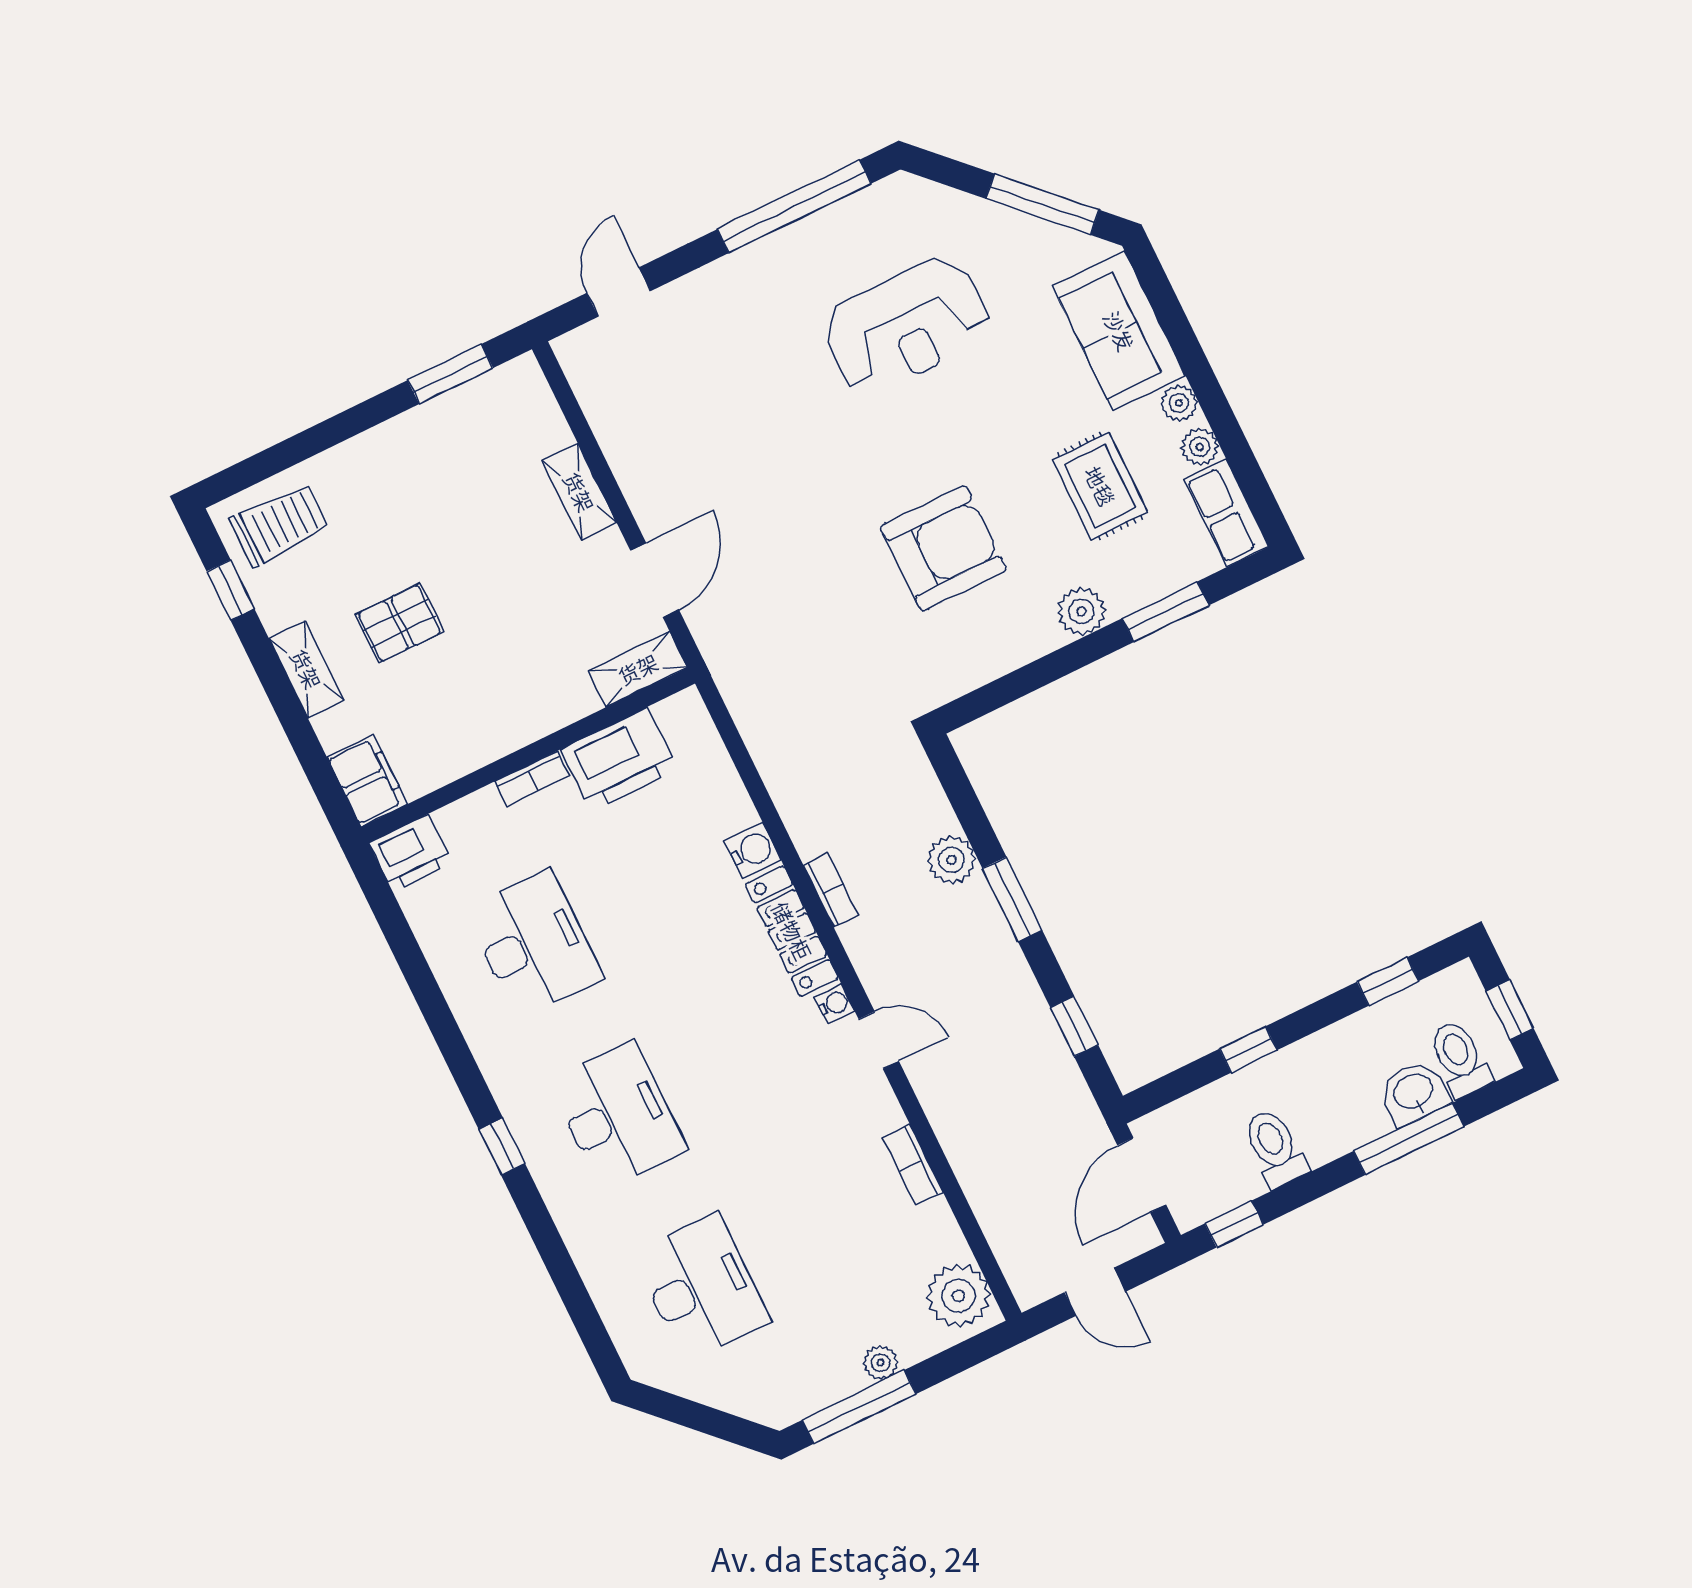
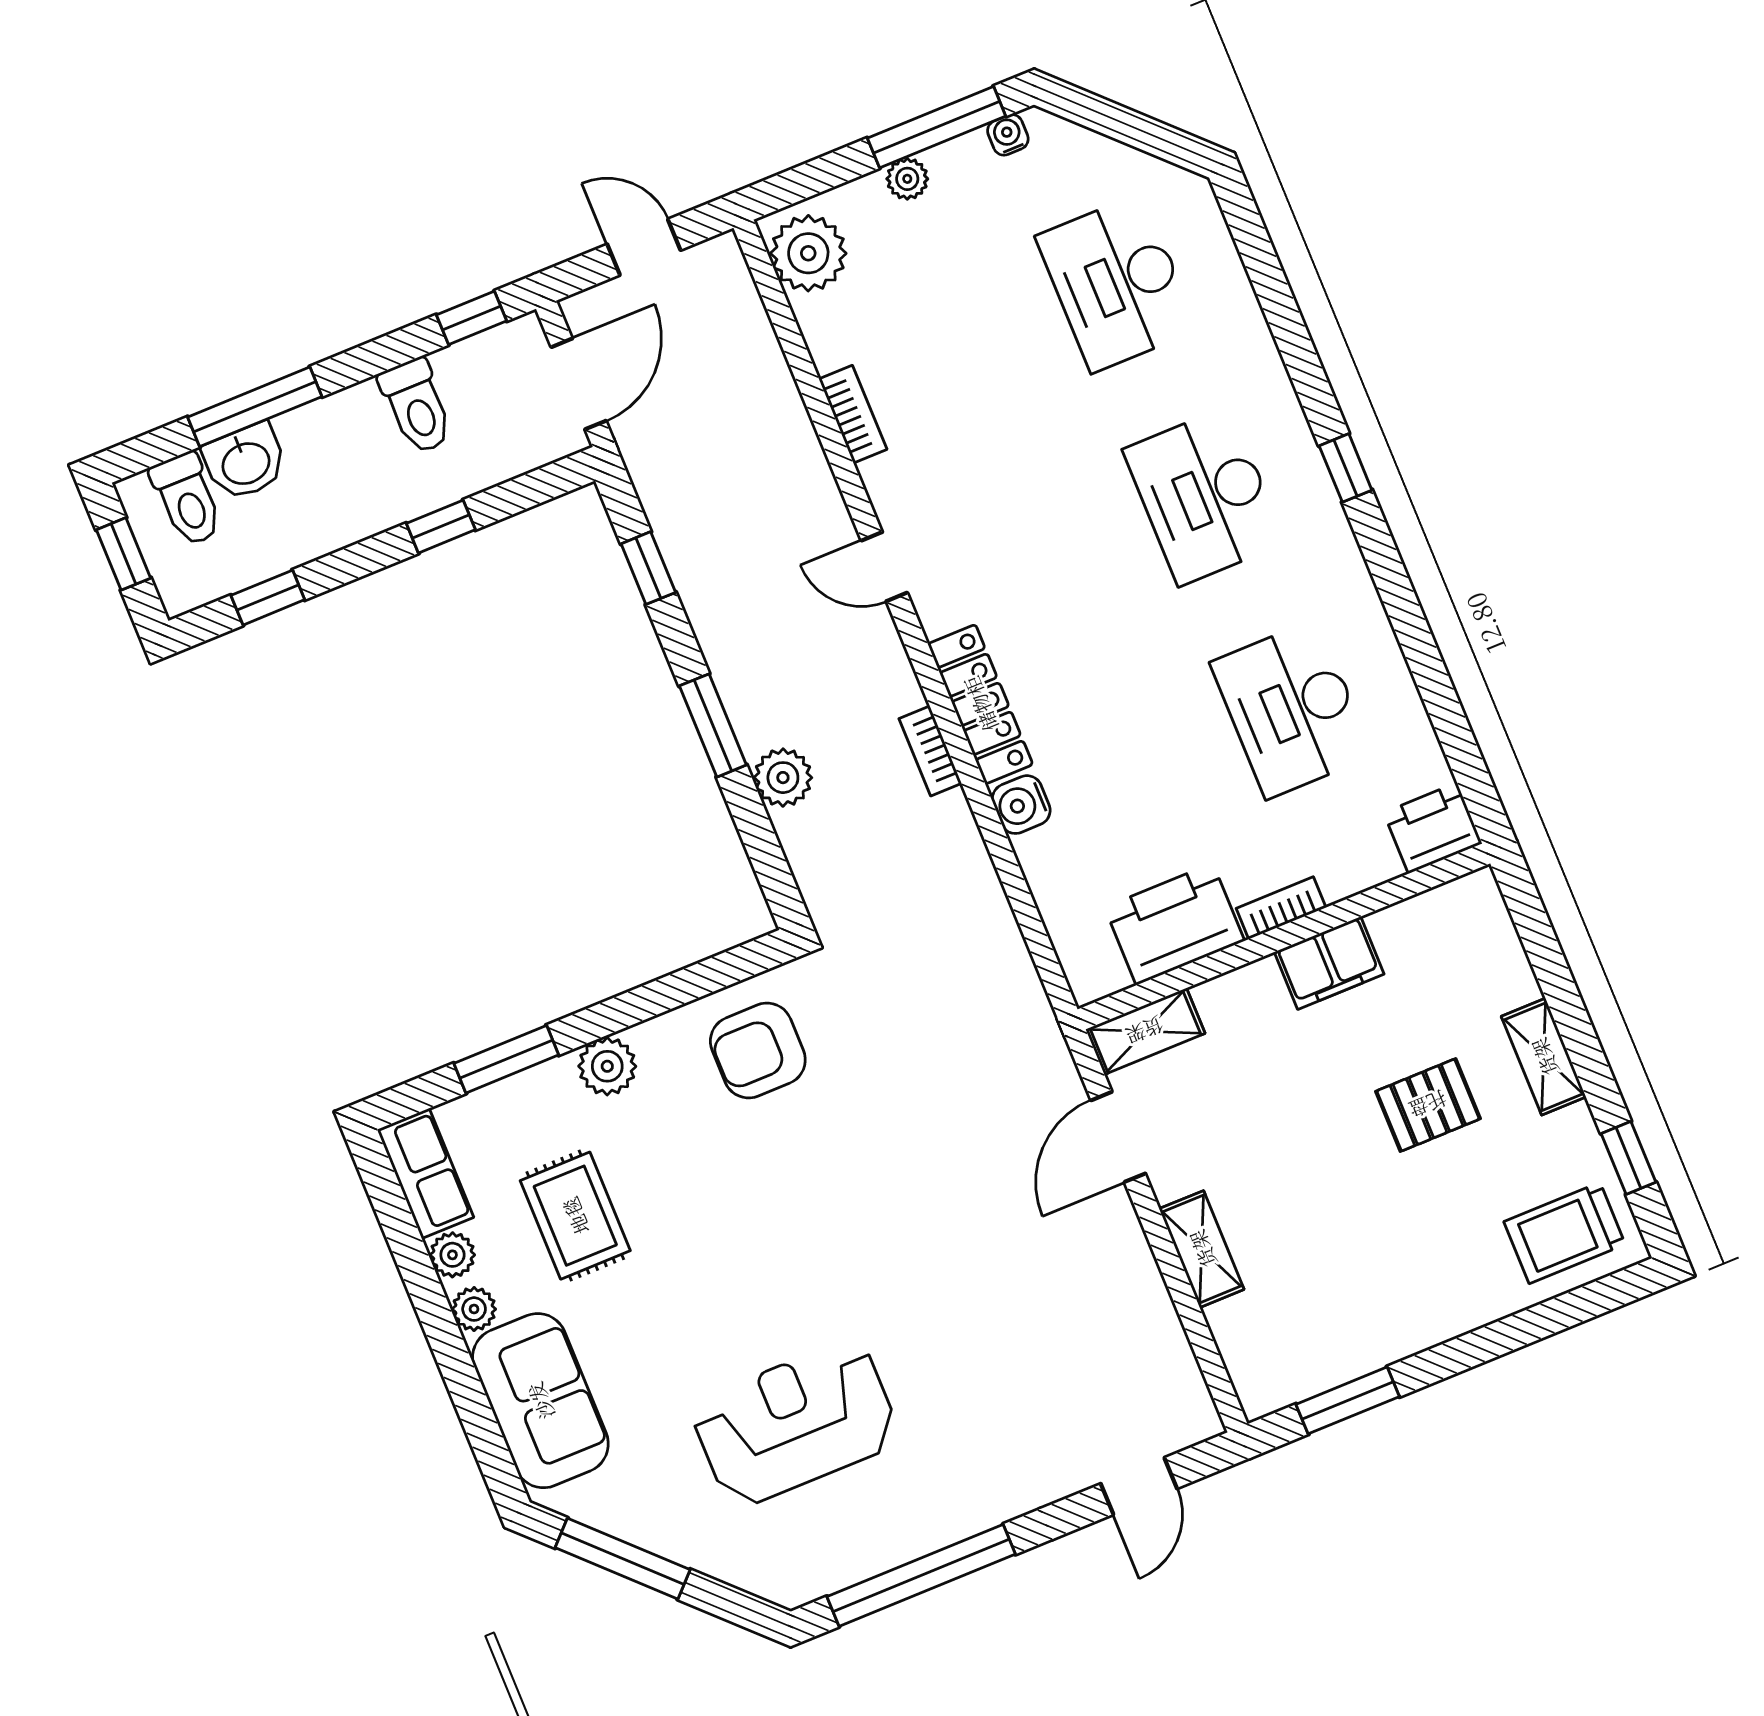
armchair: (943, 548) -> (758, 1051), moved, width x0.73, depth x0.73
filing cabinet: (367, 781) -> (1329, 963), moved, turned -90
water cooler: (834, 1004) -> (1008, 135), moved, turned 90

